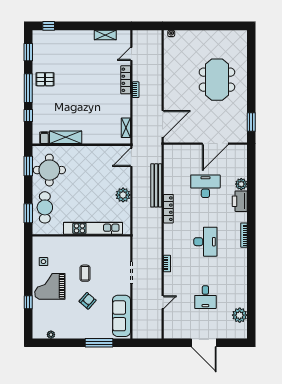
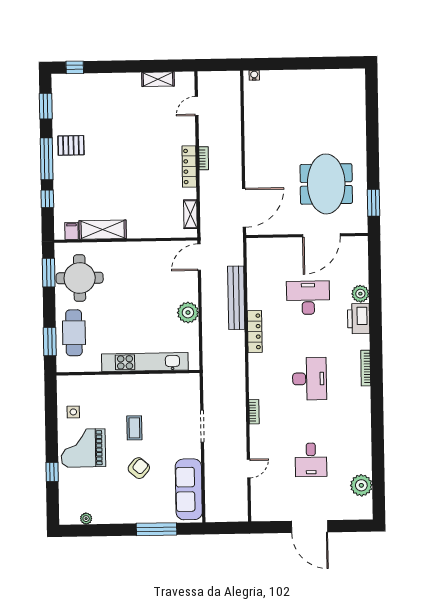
locker: (126, 80) -> (189, 166), moved
meeting table: (217, 80) -> (326, 184), moved

